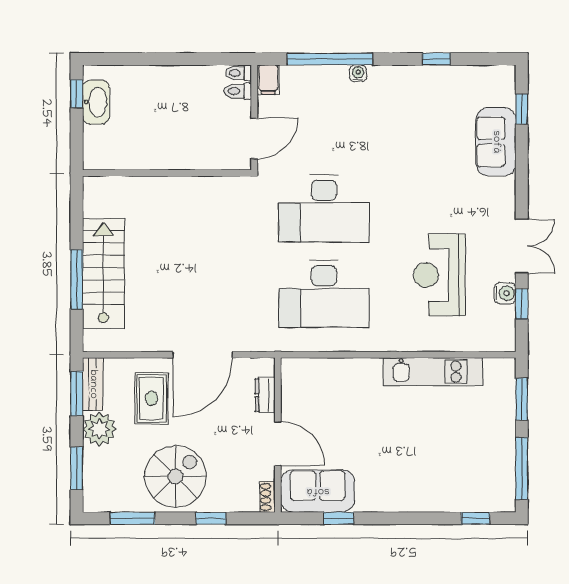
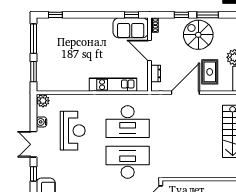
desk: (324, 294) -> (128, 122), turned 180
window: (522, 304) -> (34, 174), moved
plant: (502, 338) -> (43, 101), added
kitchen unit: (433, 372) -> (113, 85), moved
spiral stairs: (176, 476) -> (198, 35), turned 90
window: (132, 518) -> (208, 15), moved
window: (339, 518) -> (131, 15), moved

